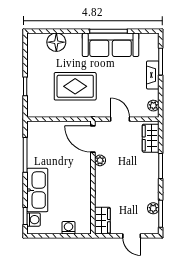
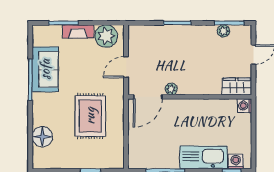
sofa: (111, 45) -> (45, 69), width x0.73
plant: (153, 106) -> (106, 36), width x1.88, depth x1.88
wardrobe: (151, 138) -> (147, 34), removed
washing machine: (68, 228) -> (245, 106), moved

